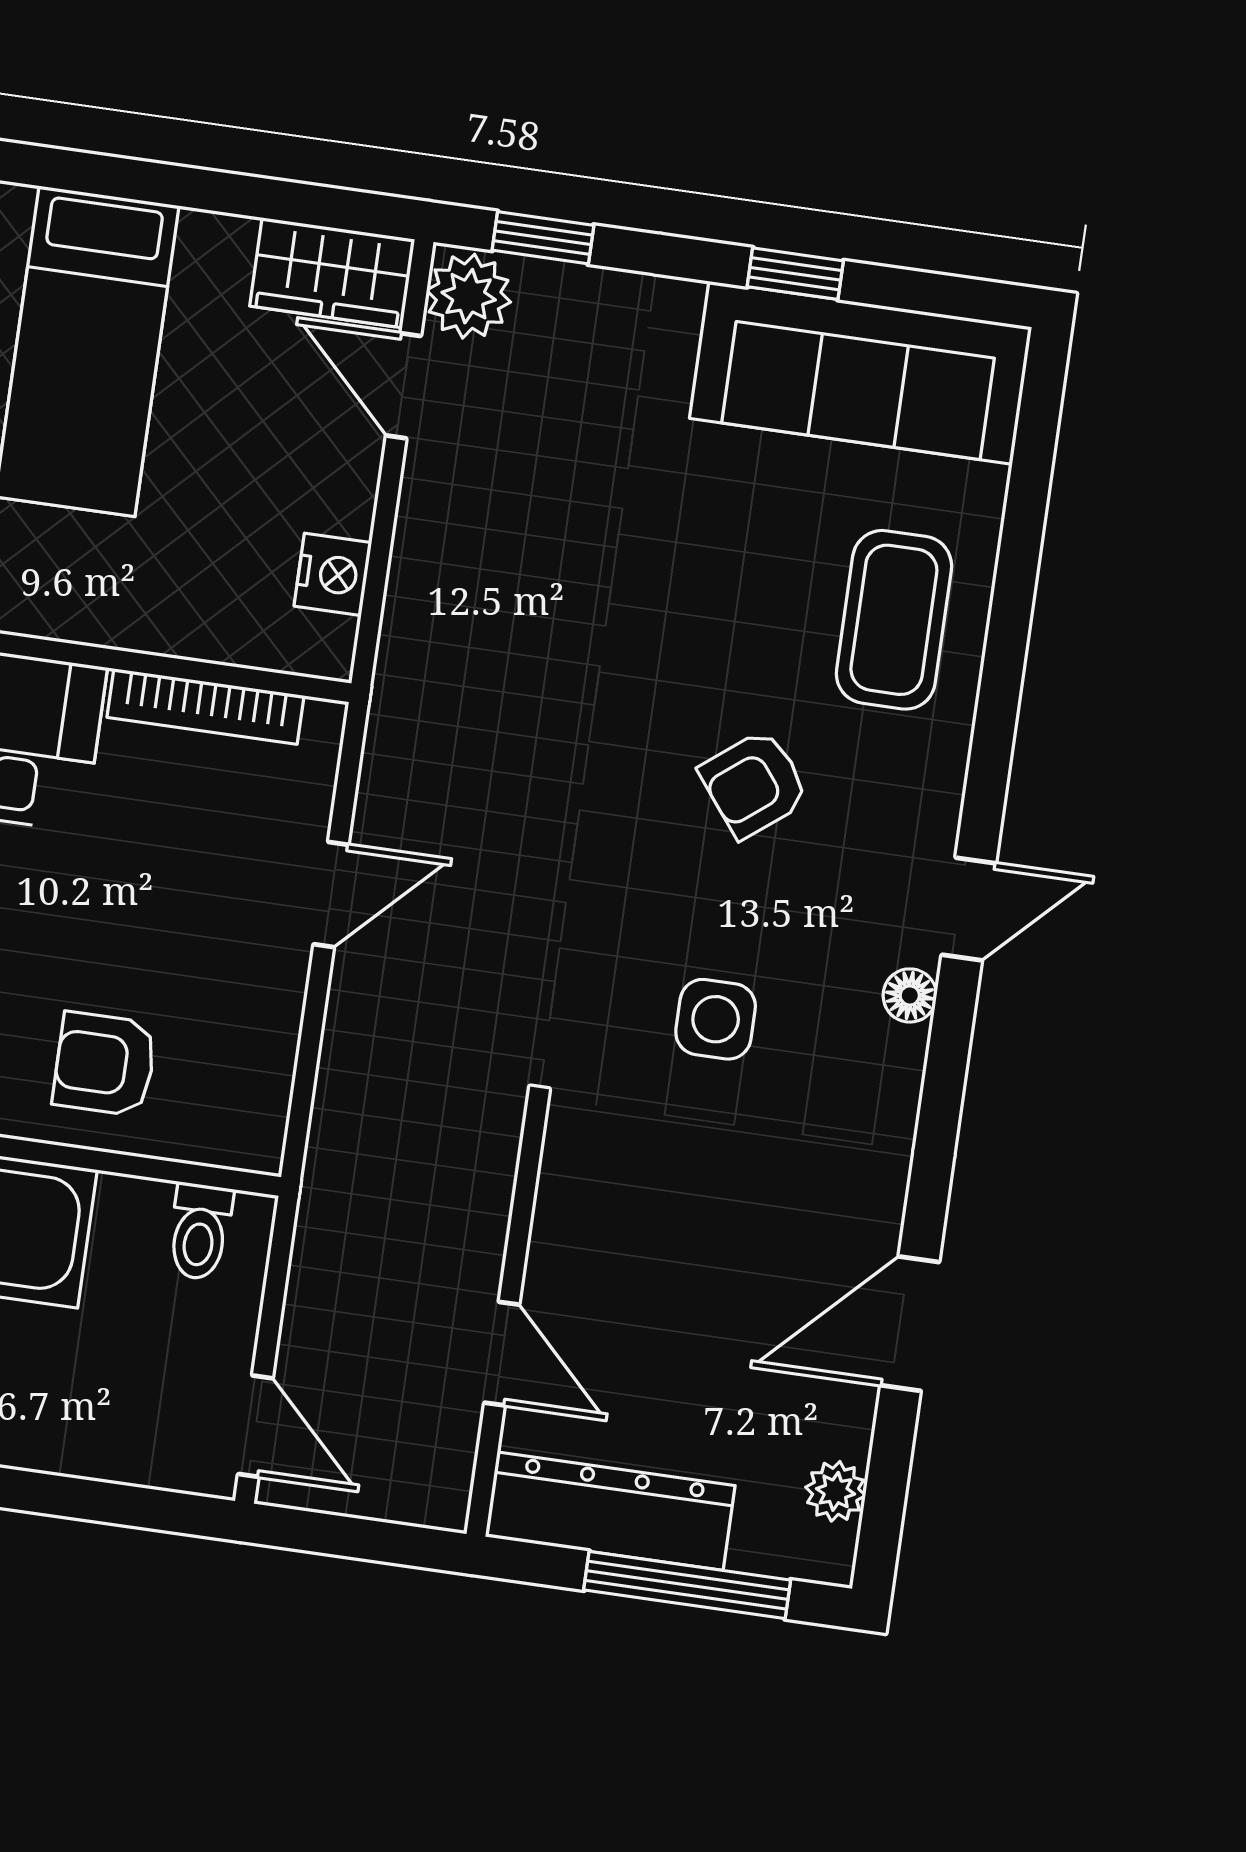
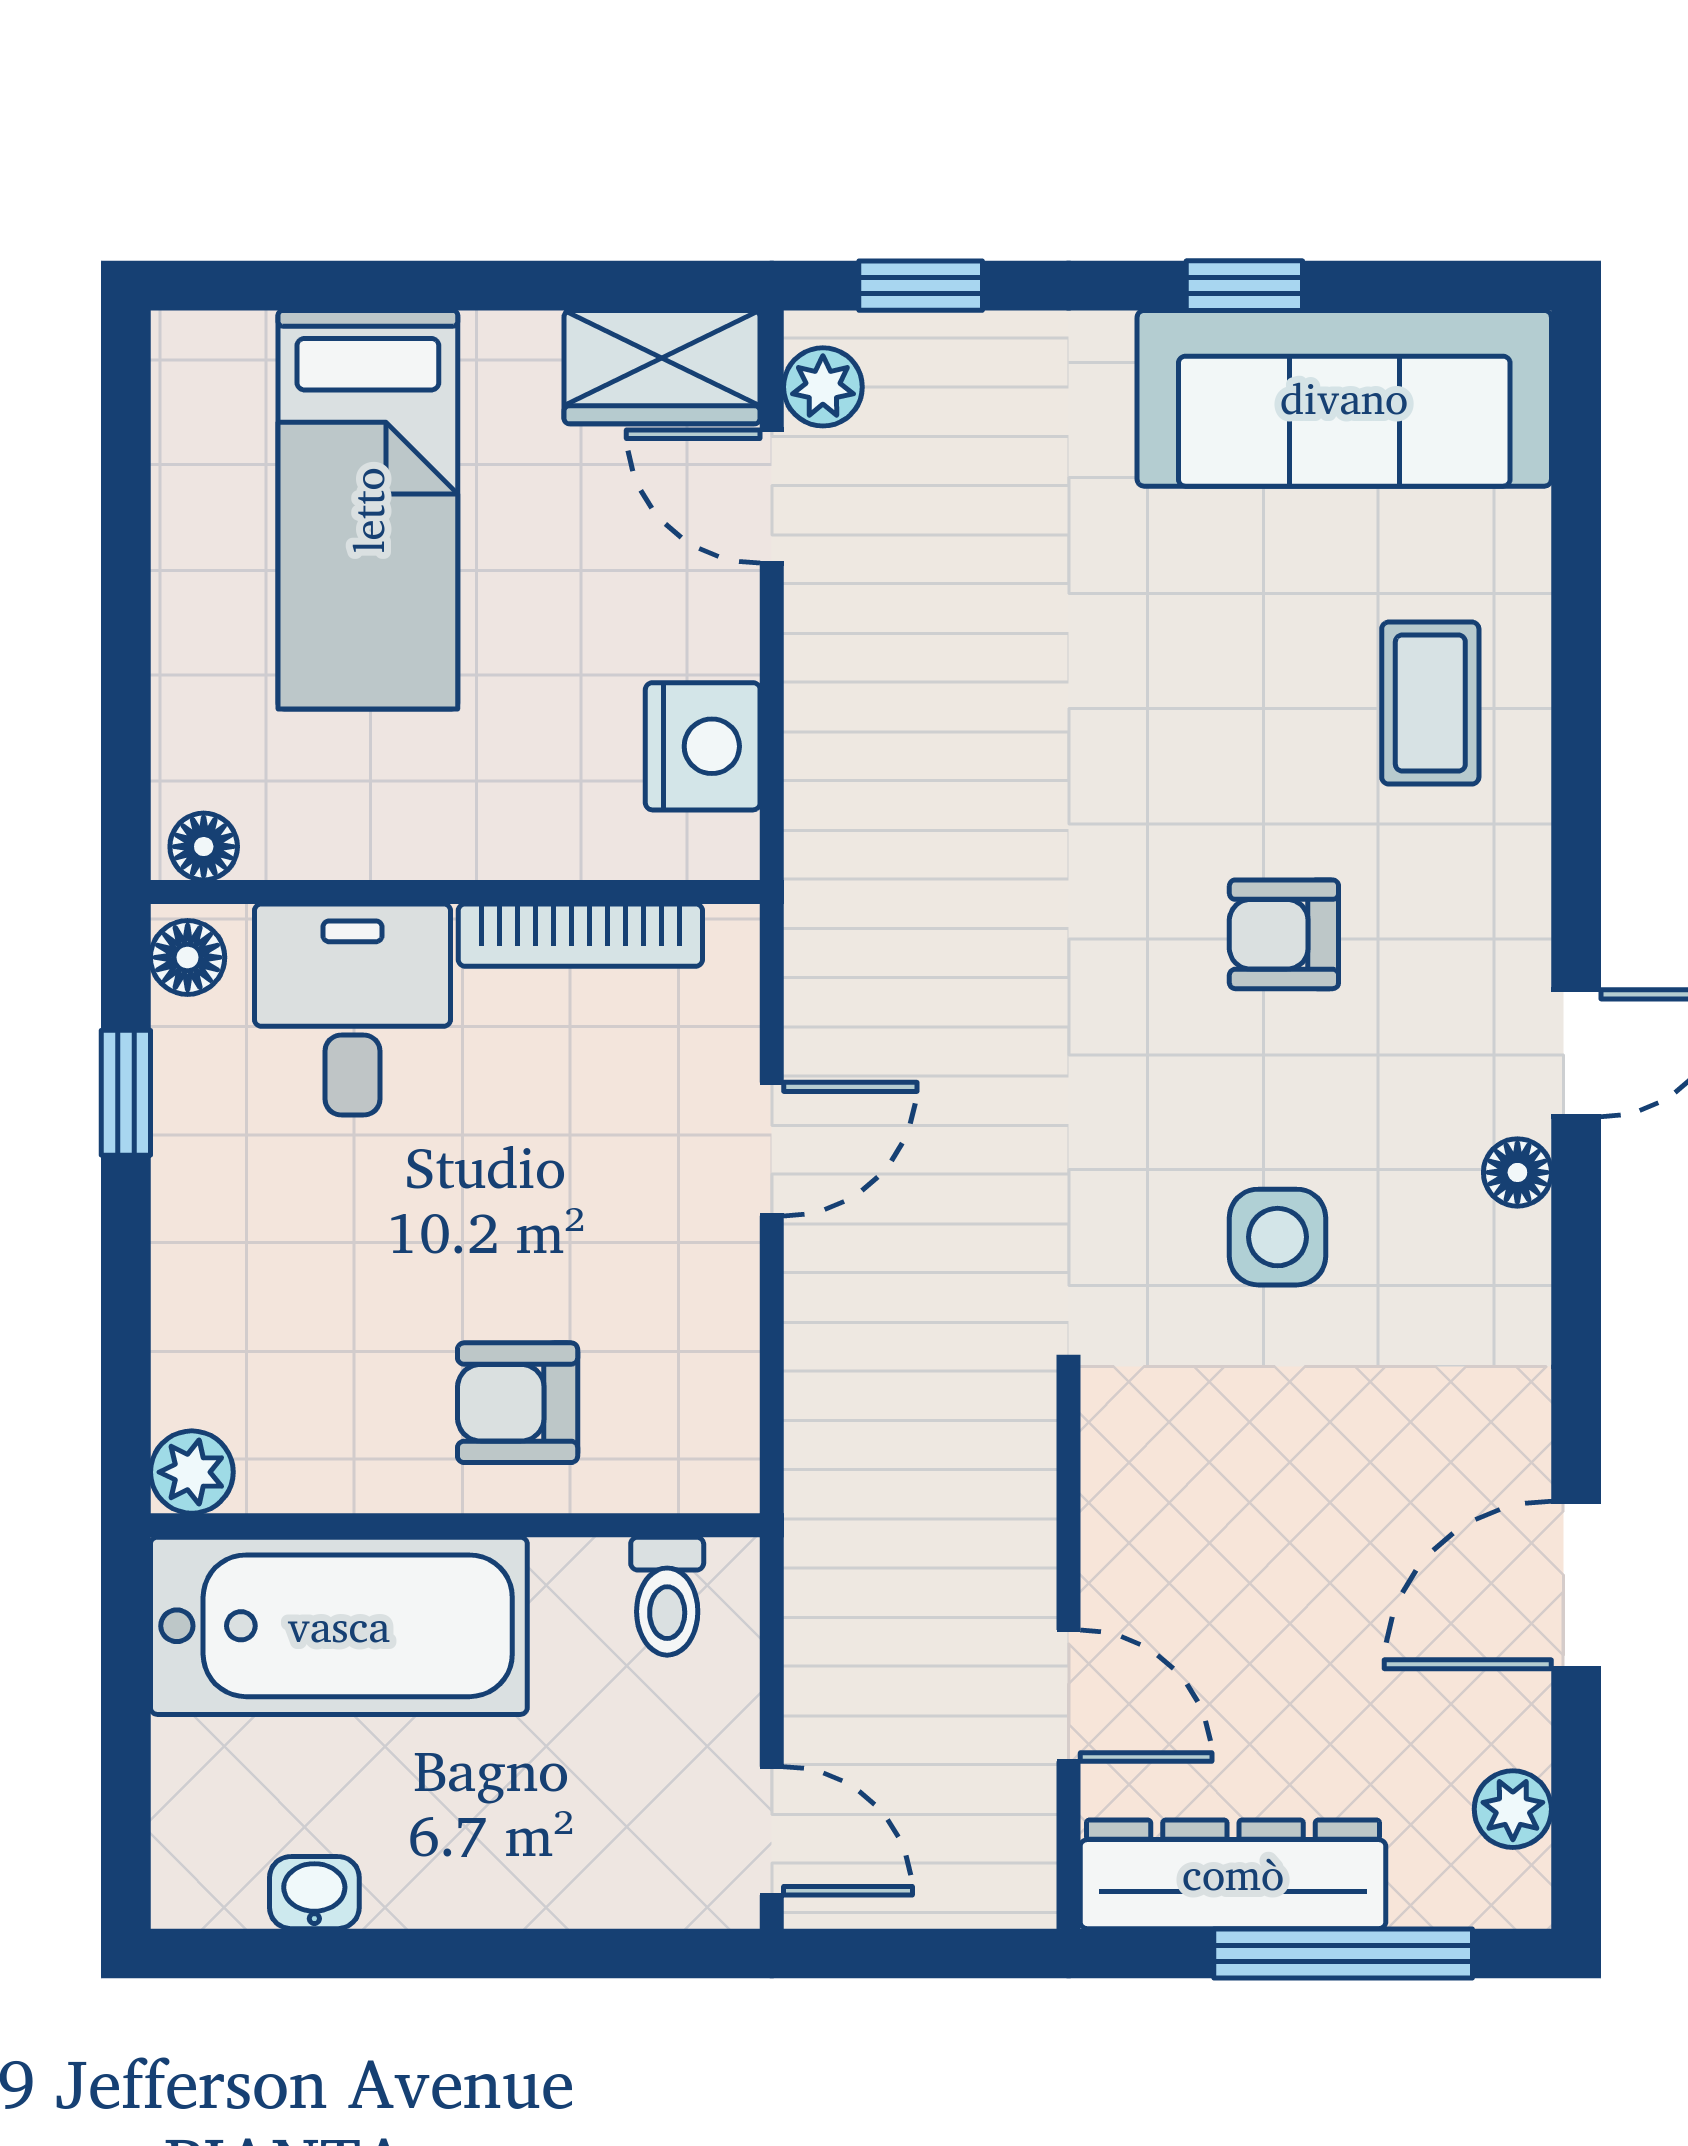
plant: (469, 296) -> (823, 387), width x0.73, depth x0.73
nightstand: (333, 574) -> (703, 746), width x1.36, depth x1.33
coffee table: (894, 620) -> (1430, 703), width x0.73, depth x0.77
armchair: (754, 784) -> (1284, 934), turned 38

